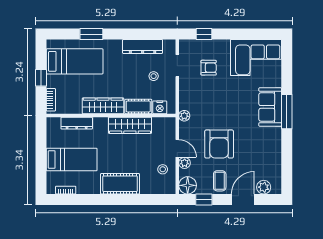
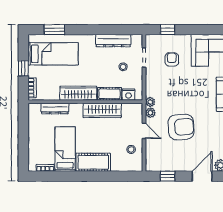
window: (91, 34) -> (54, 30), moved
armchair: (209, 68) -> (172, 59), turned -90
armchair: (219, 144) -> (181, 127), turned -94
bed: (72, 160) -> (65, 149), moved, turned -90
plant: (185, 163) -> (150, 113), moved
coffee table: (220, 181) -> (182, 160), removed
floor lamp: (188, 185) -> (153, 164), removed

